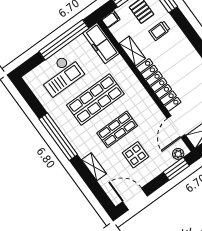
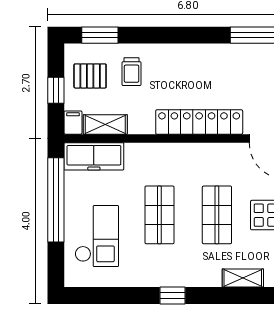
shelving: (132, 51) -> (105, 124), moved
shop shelf: (95, 99) -> (159, 215), width x0.70, depth x0.74
window: (58, 137) -> (172, 296), width x0.32

